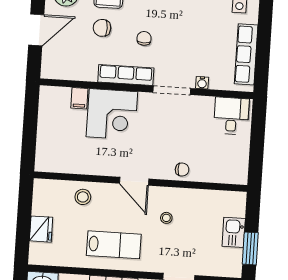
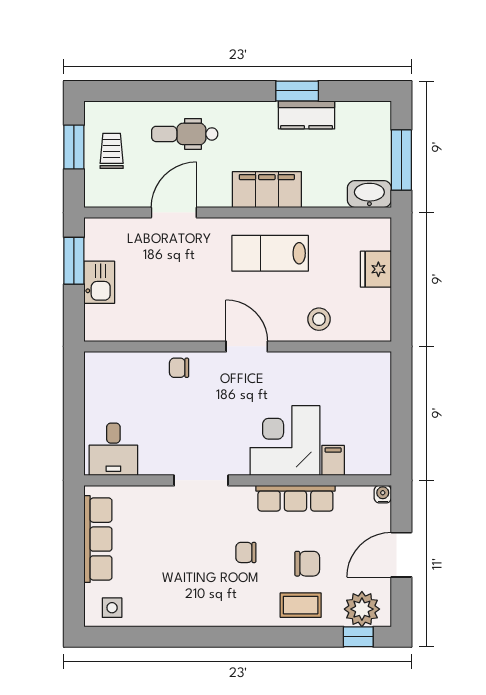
chair: (144, 38) -> (246, 552), turned 90
row of seats: (126, 75) -> (295, 498), moved
water cooler: (202, 83) -> (383, 494), moved
stool: (166, 218) -> (197, 297), removed

